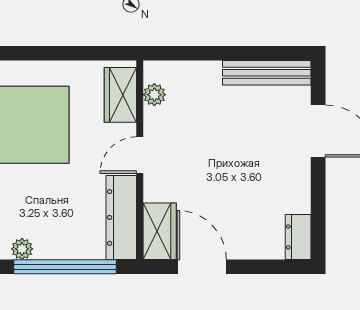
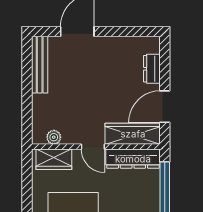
wardrobe: (160, 231) -> (133, 134), width x1.50
dresser: (298, 237) -> (152, 69), moved, turned 90

